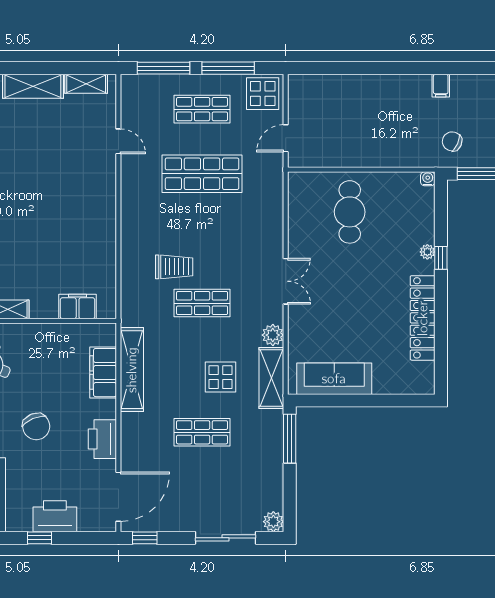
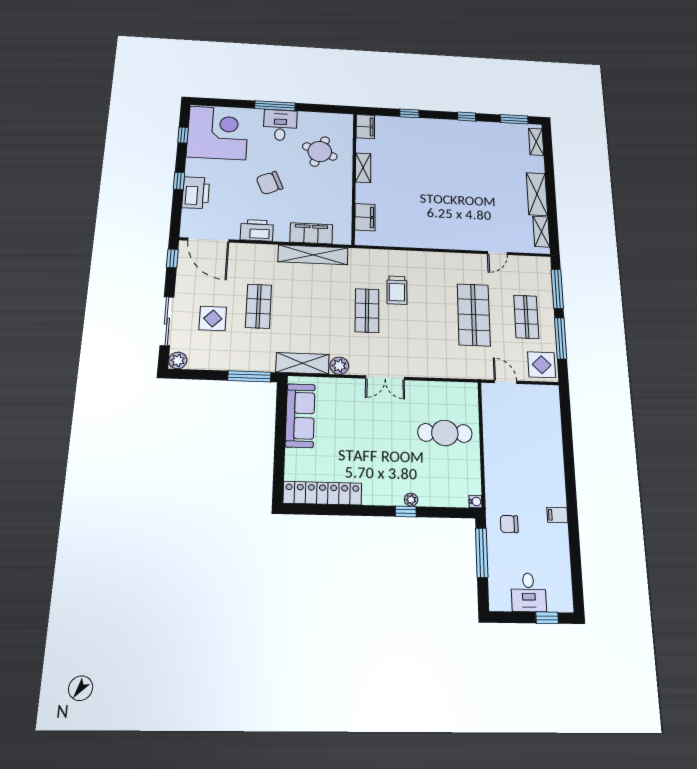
chair: (452, 141) -> (509, 524), turned -114
locker: (423, 318) -> (322, 493), moved
display table: (221, 377) -> (213, 318), moved

